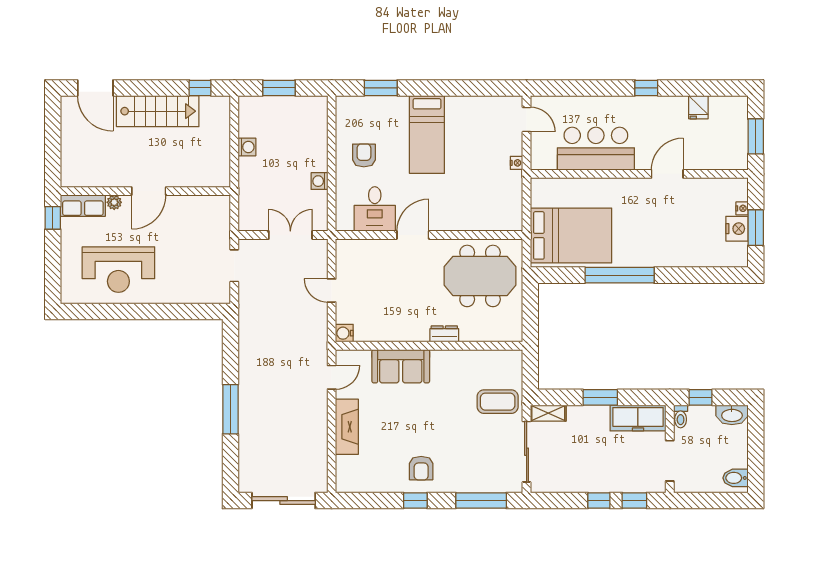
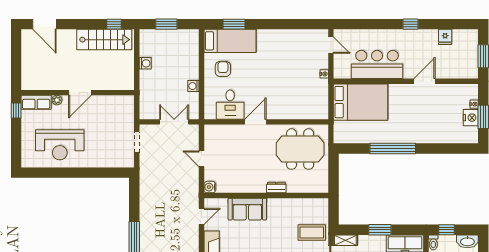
stairs: (158, 111) -> (104, 40), moved
bed: (427, 135) -> (230, 41), moved, turned -90
bed: (571, 235) -> (360, 102), moved

